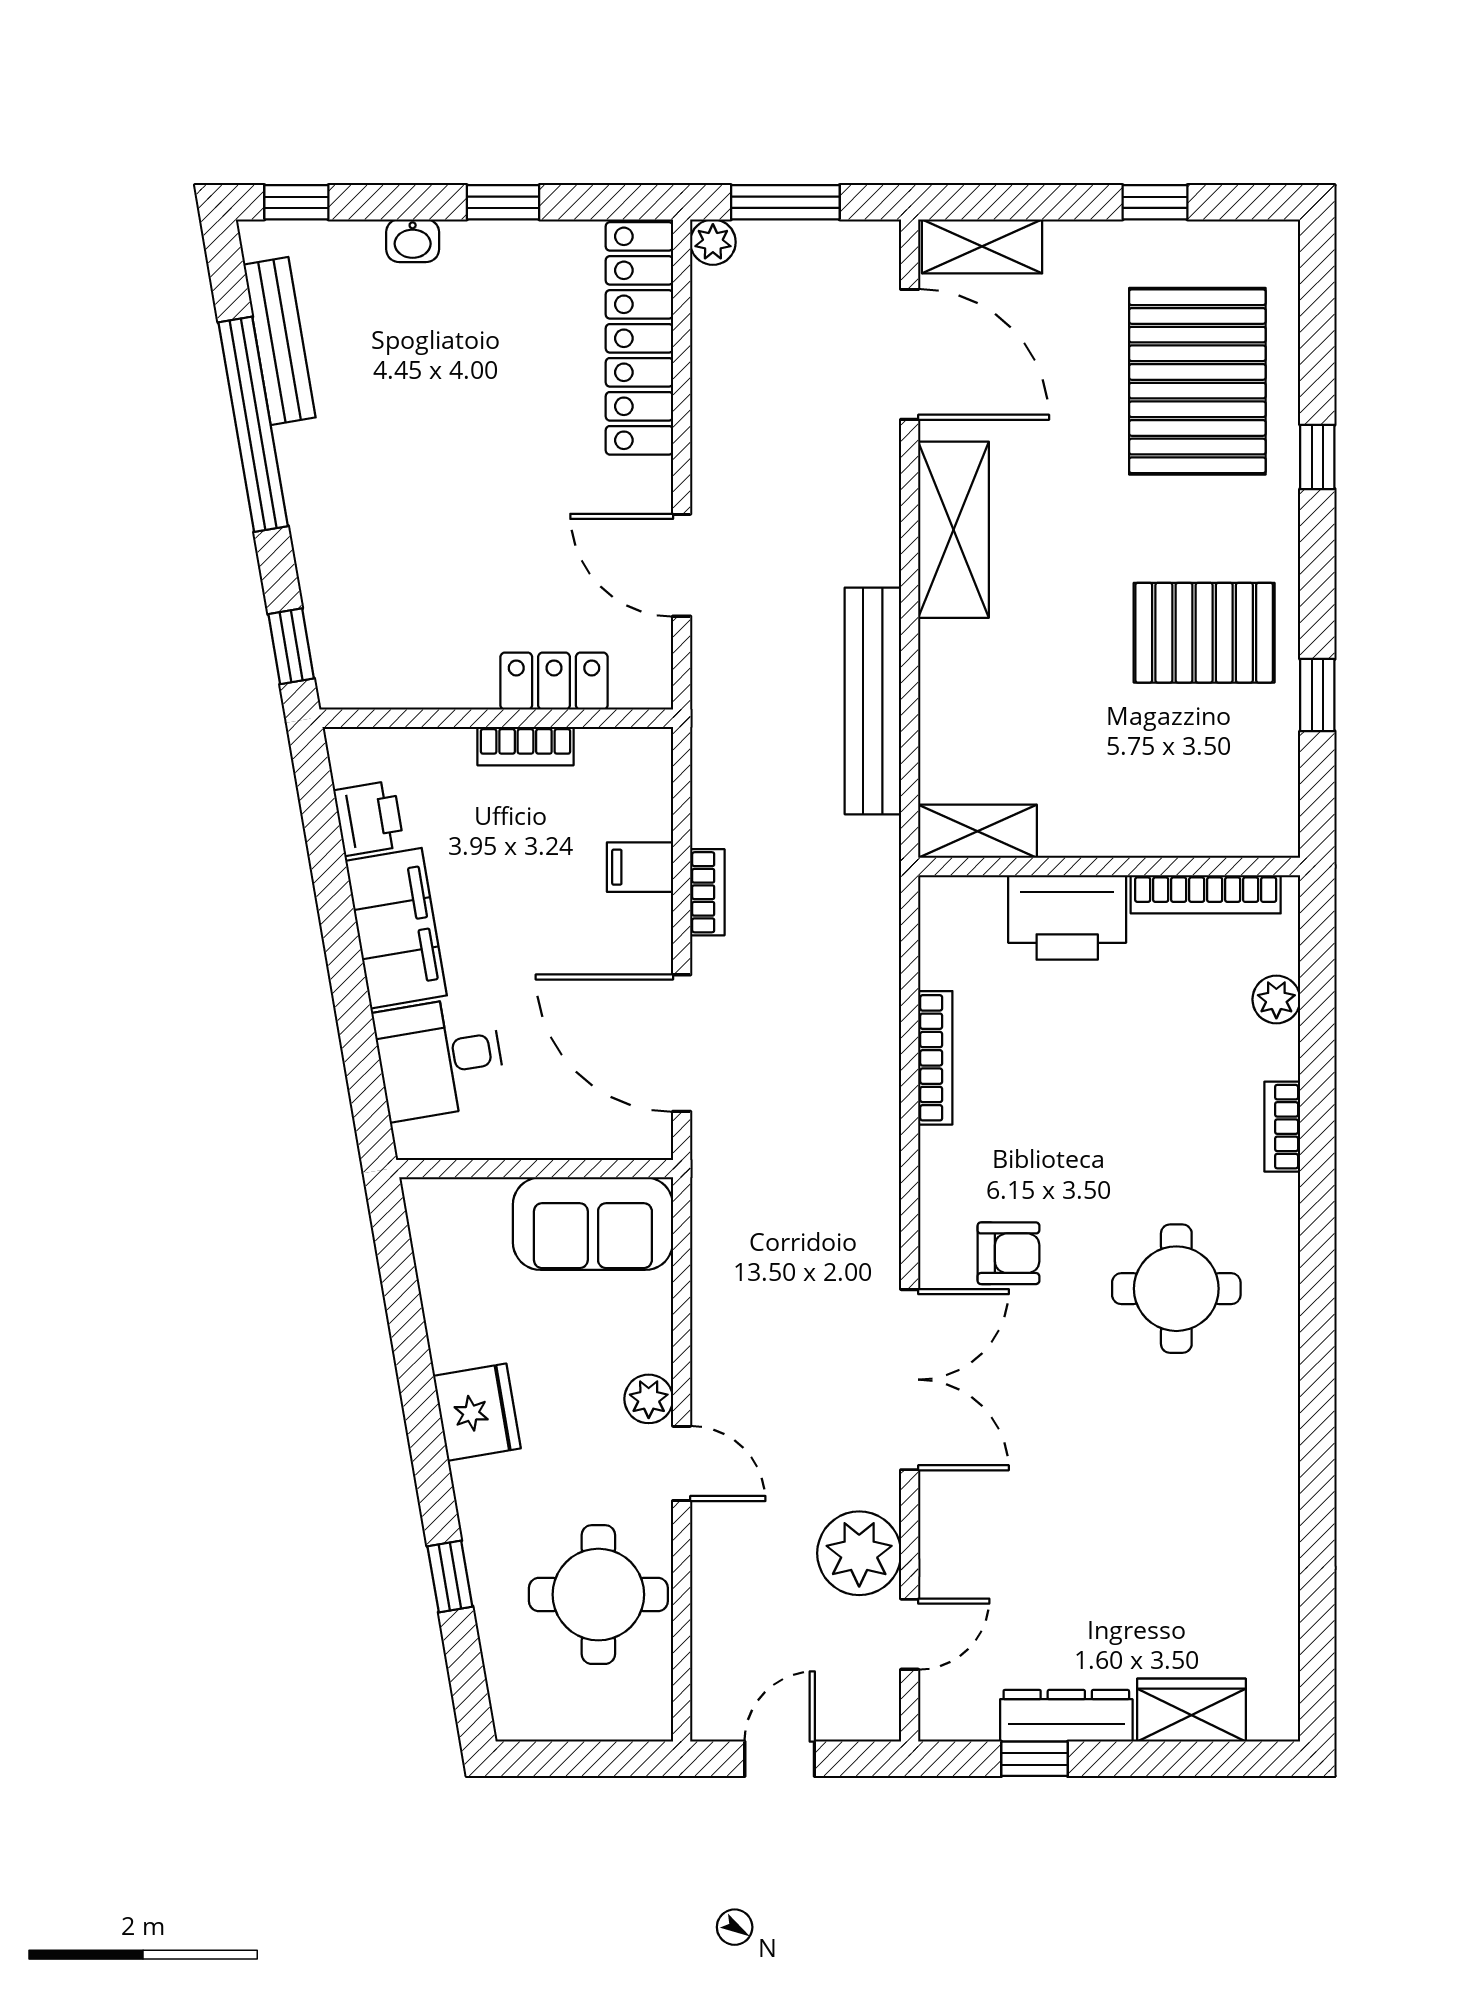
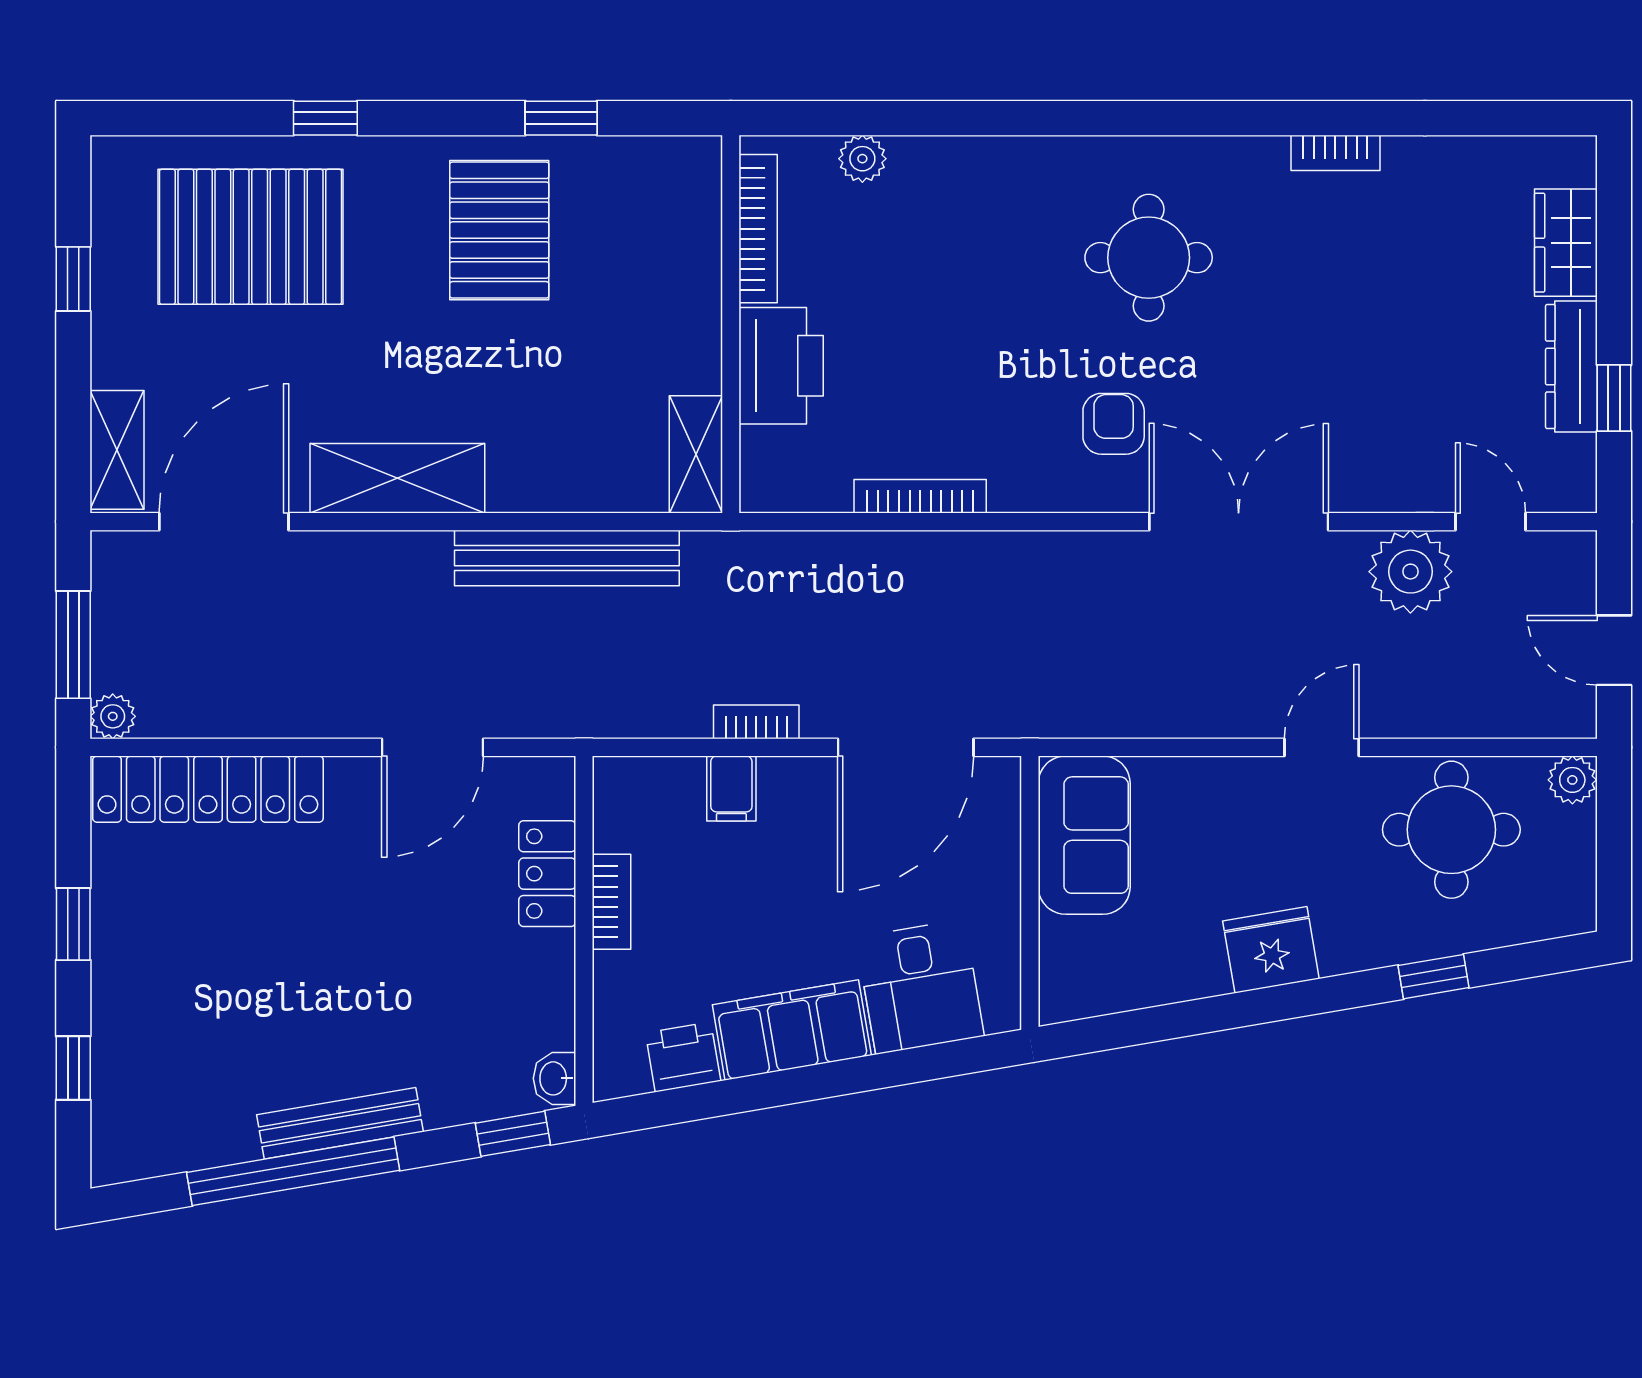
window: (296, 202) -> (73, 1068), moved
washbasin: (413, 241) -> (554, 1078), moved, turned 180
bench: (279, 341) -> (340, 1123), moved
bookcase: (1282, 1127) -> (1335, 153), moved
plant: (649, 1399) -> (1572, 780), moved

